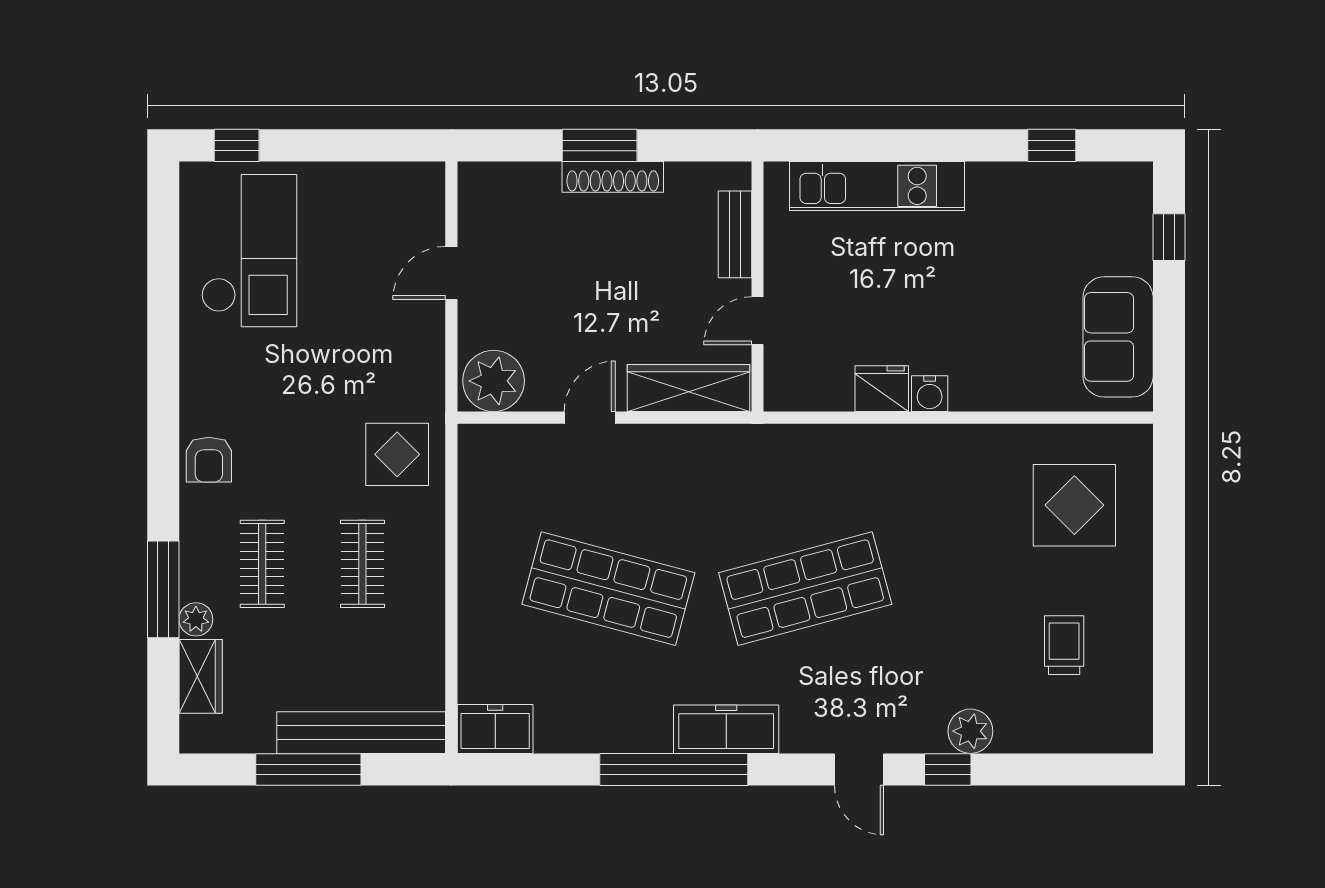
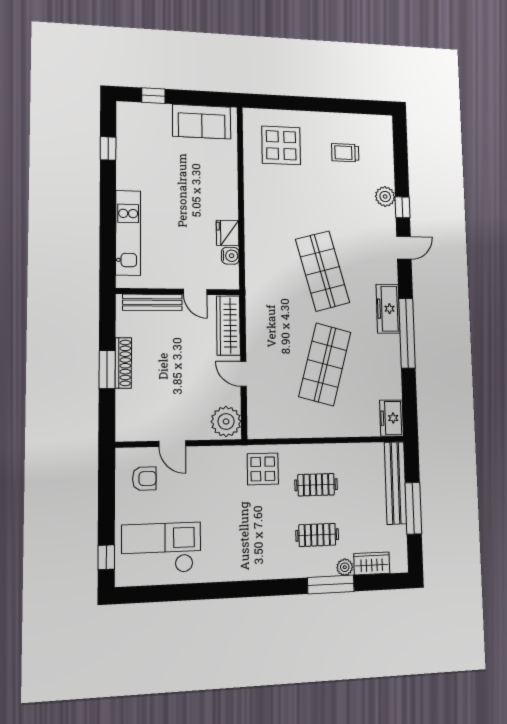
bench: (735, 234) -> (152, 302), width x1.36
water cooler: (930, 394) -> (230, 256), moved
armchair: (209, 460) -> (144, 479), moved

